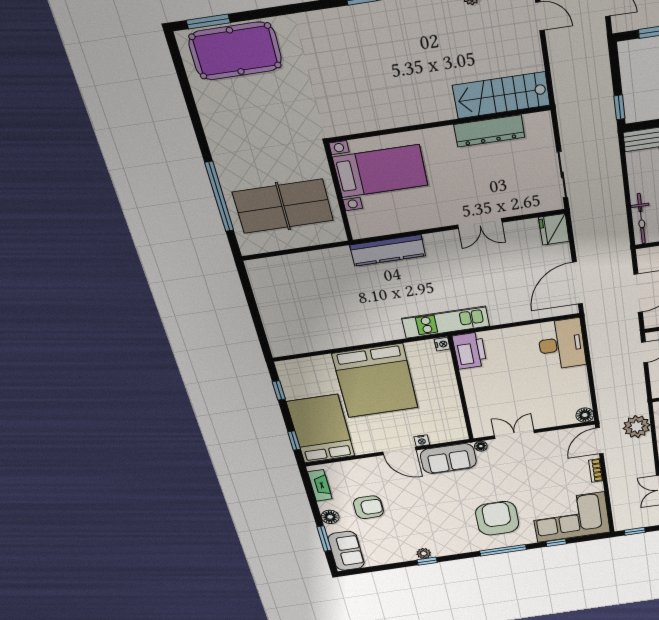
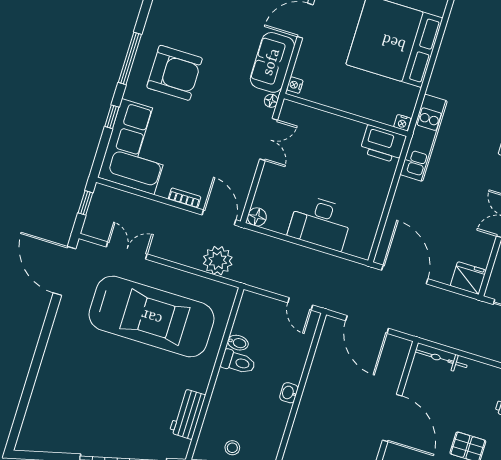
desk: (562, 344) -> (320, 223), moved
nightstand: (422, 441) -> (295, 85), moved

